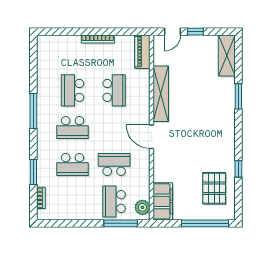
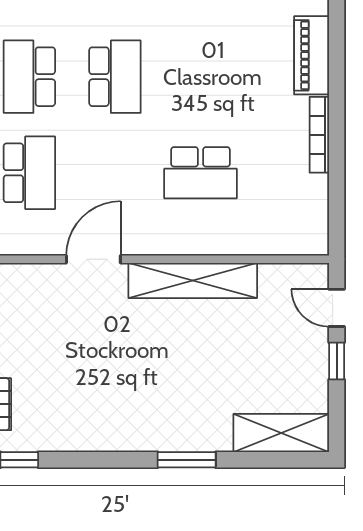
piano: (142, 52) -> (312, 55), moved, turned -90
school desk: (73, 90) -> (201, 77), removed
school desk: (73, 127) -> (115, 77), turned 180

